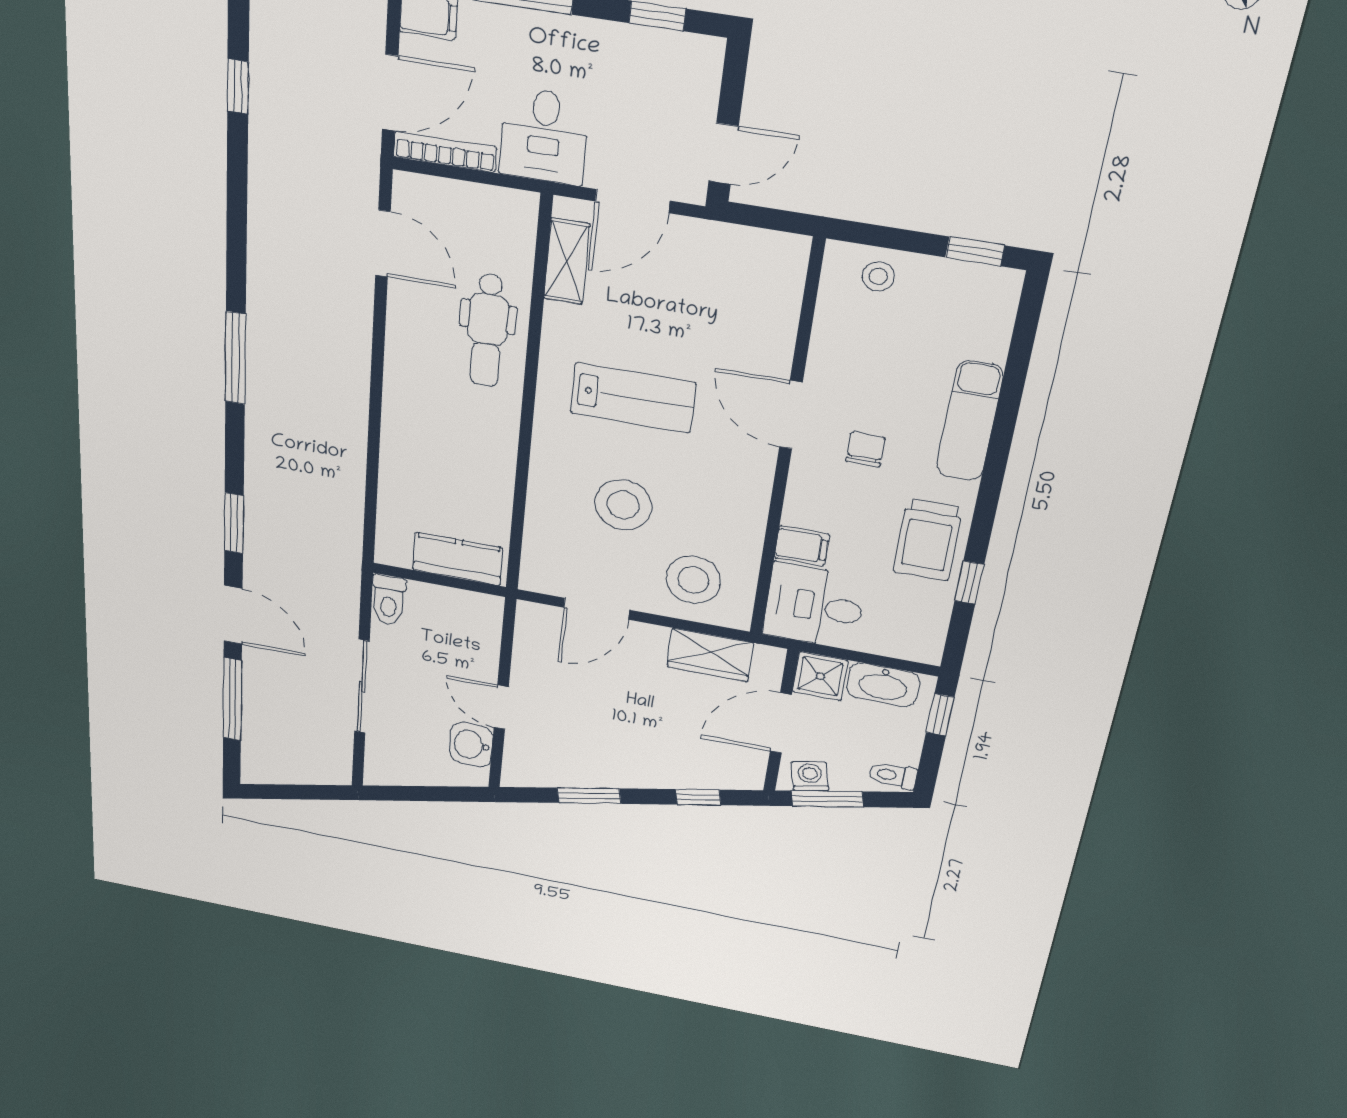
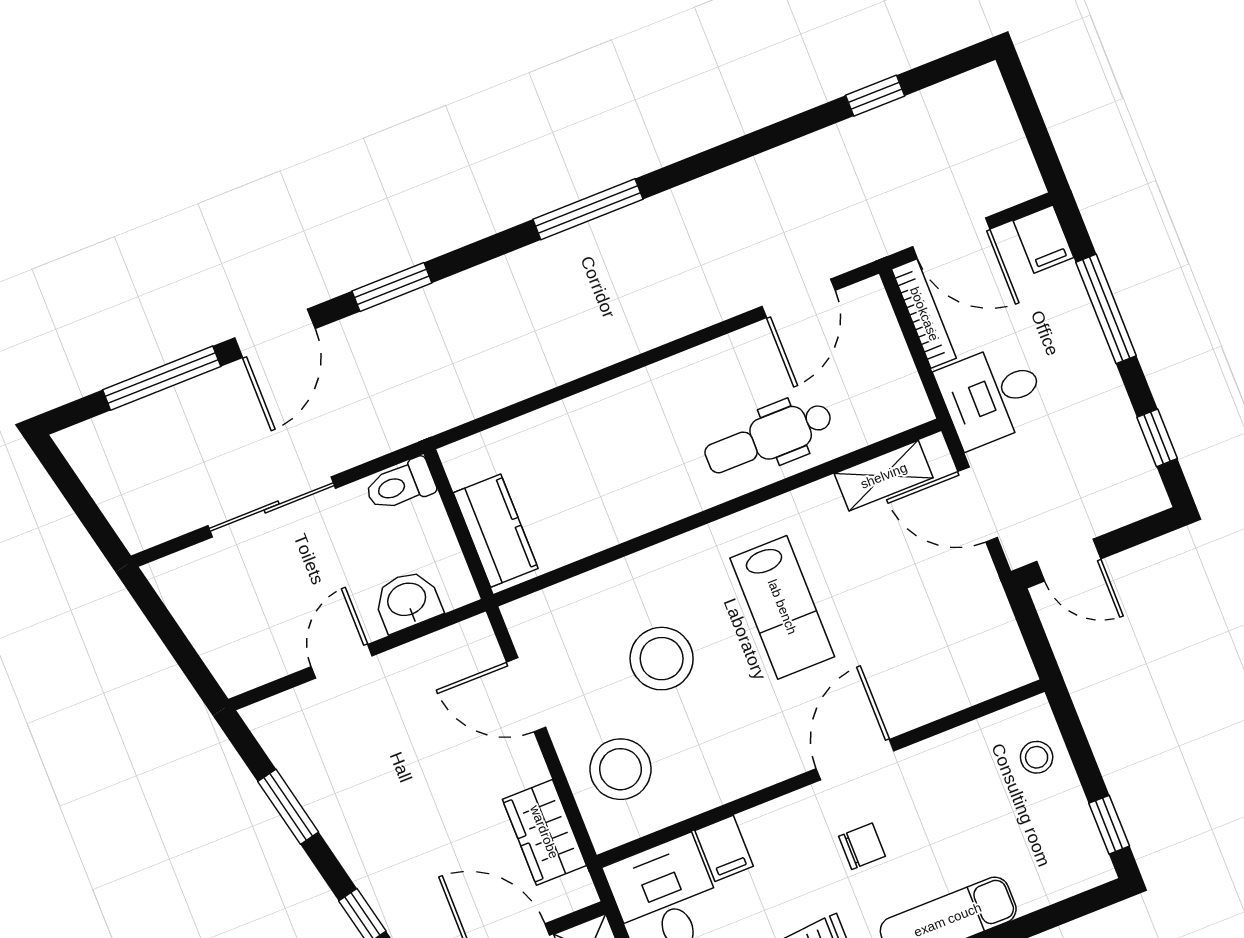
washbasin: (471, 745) -> (407, 601), moved

